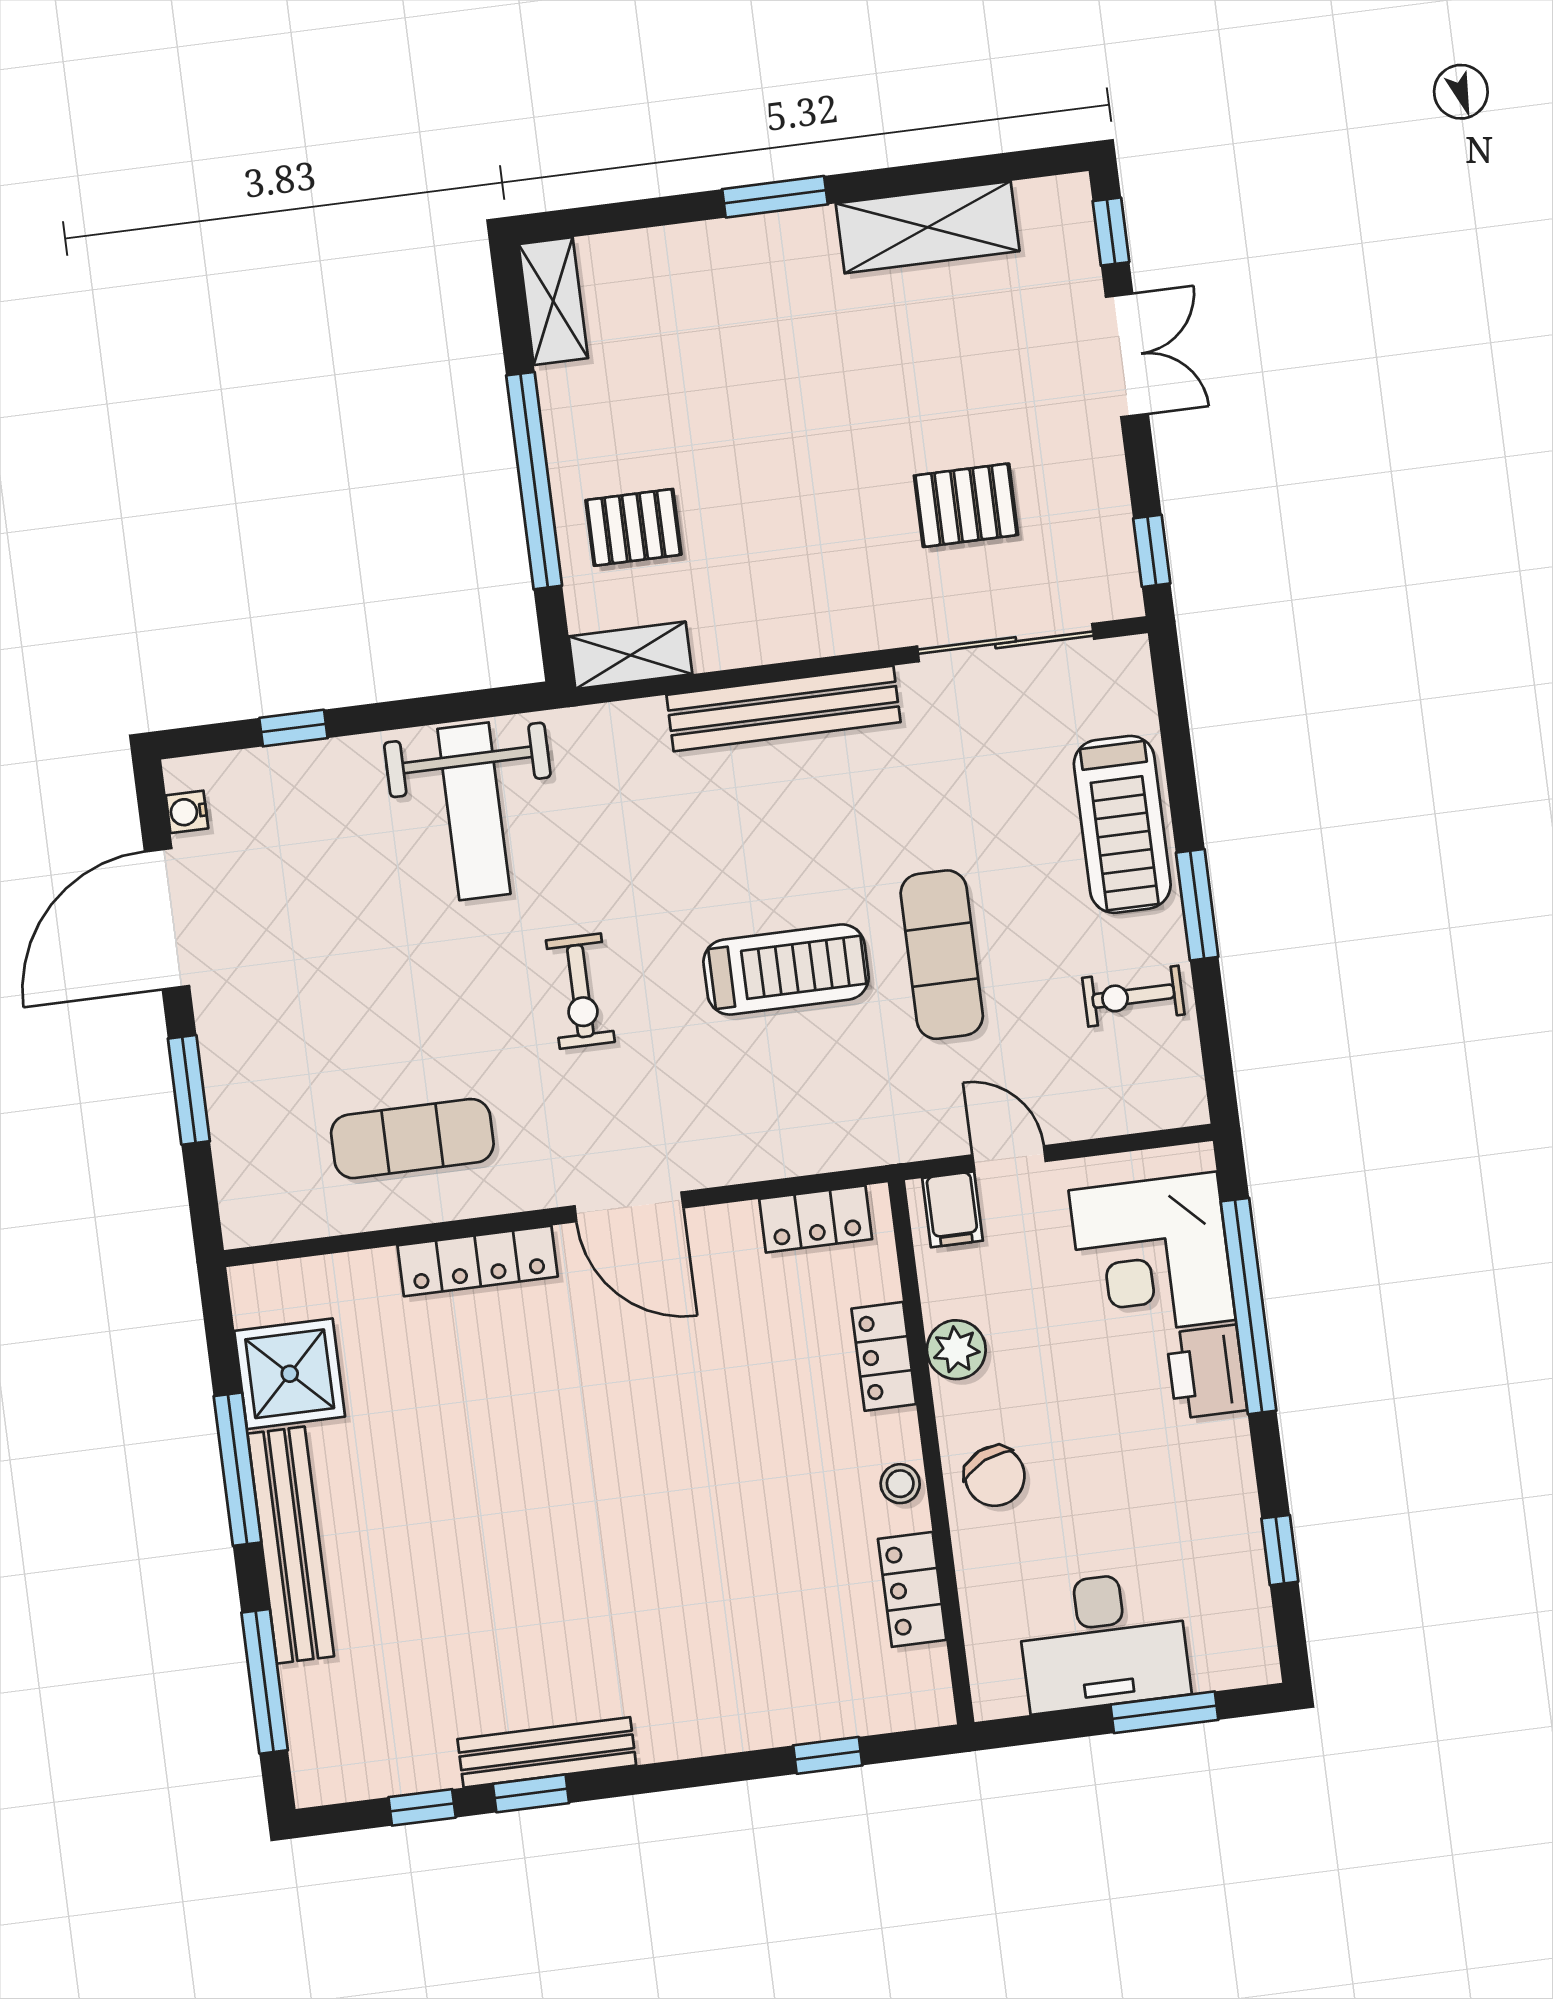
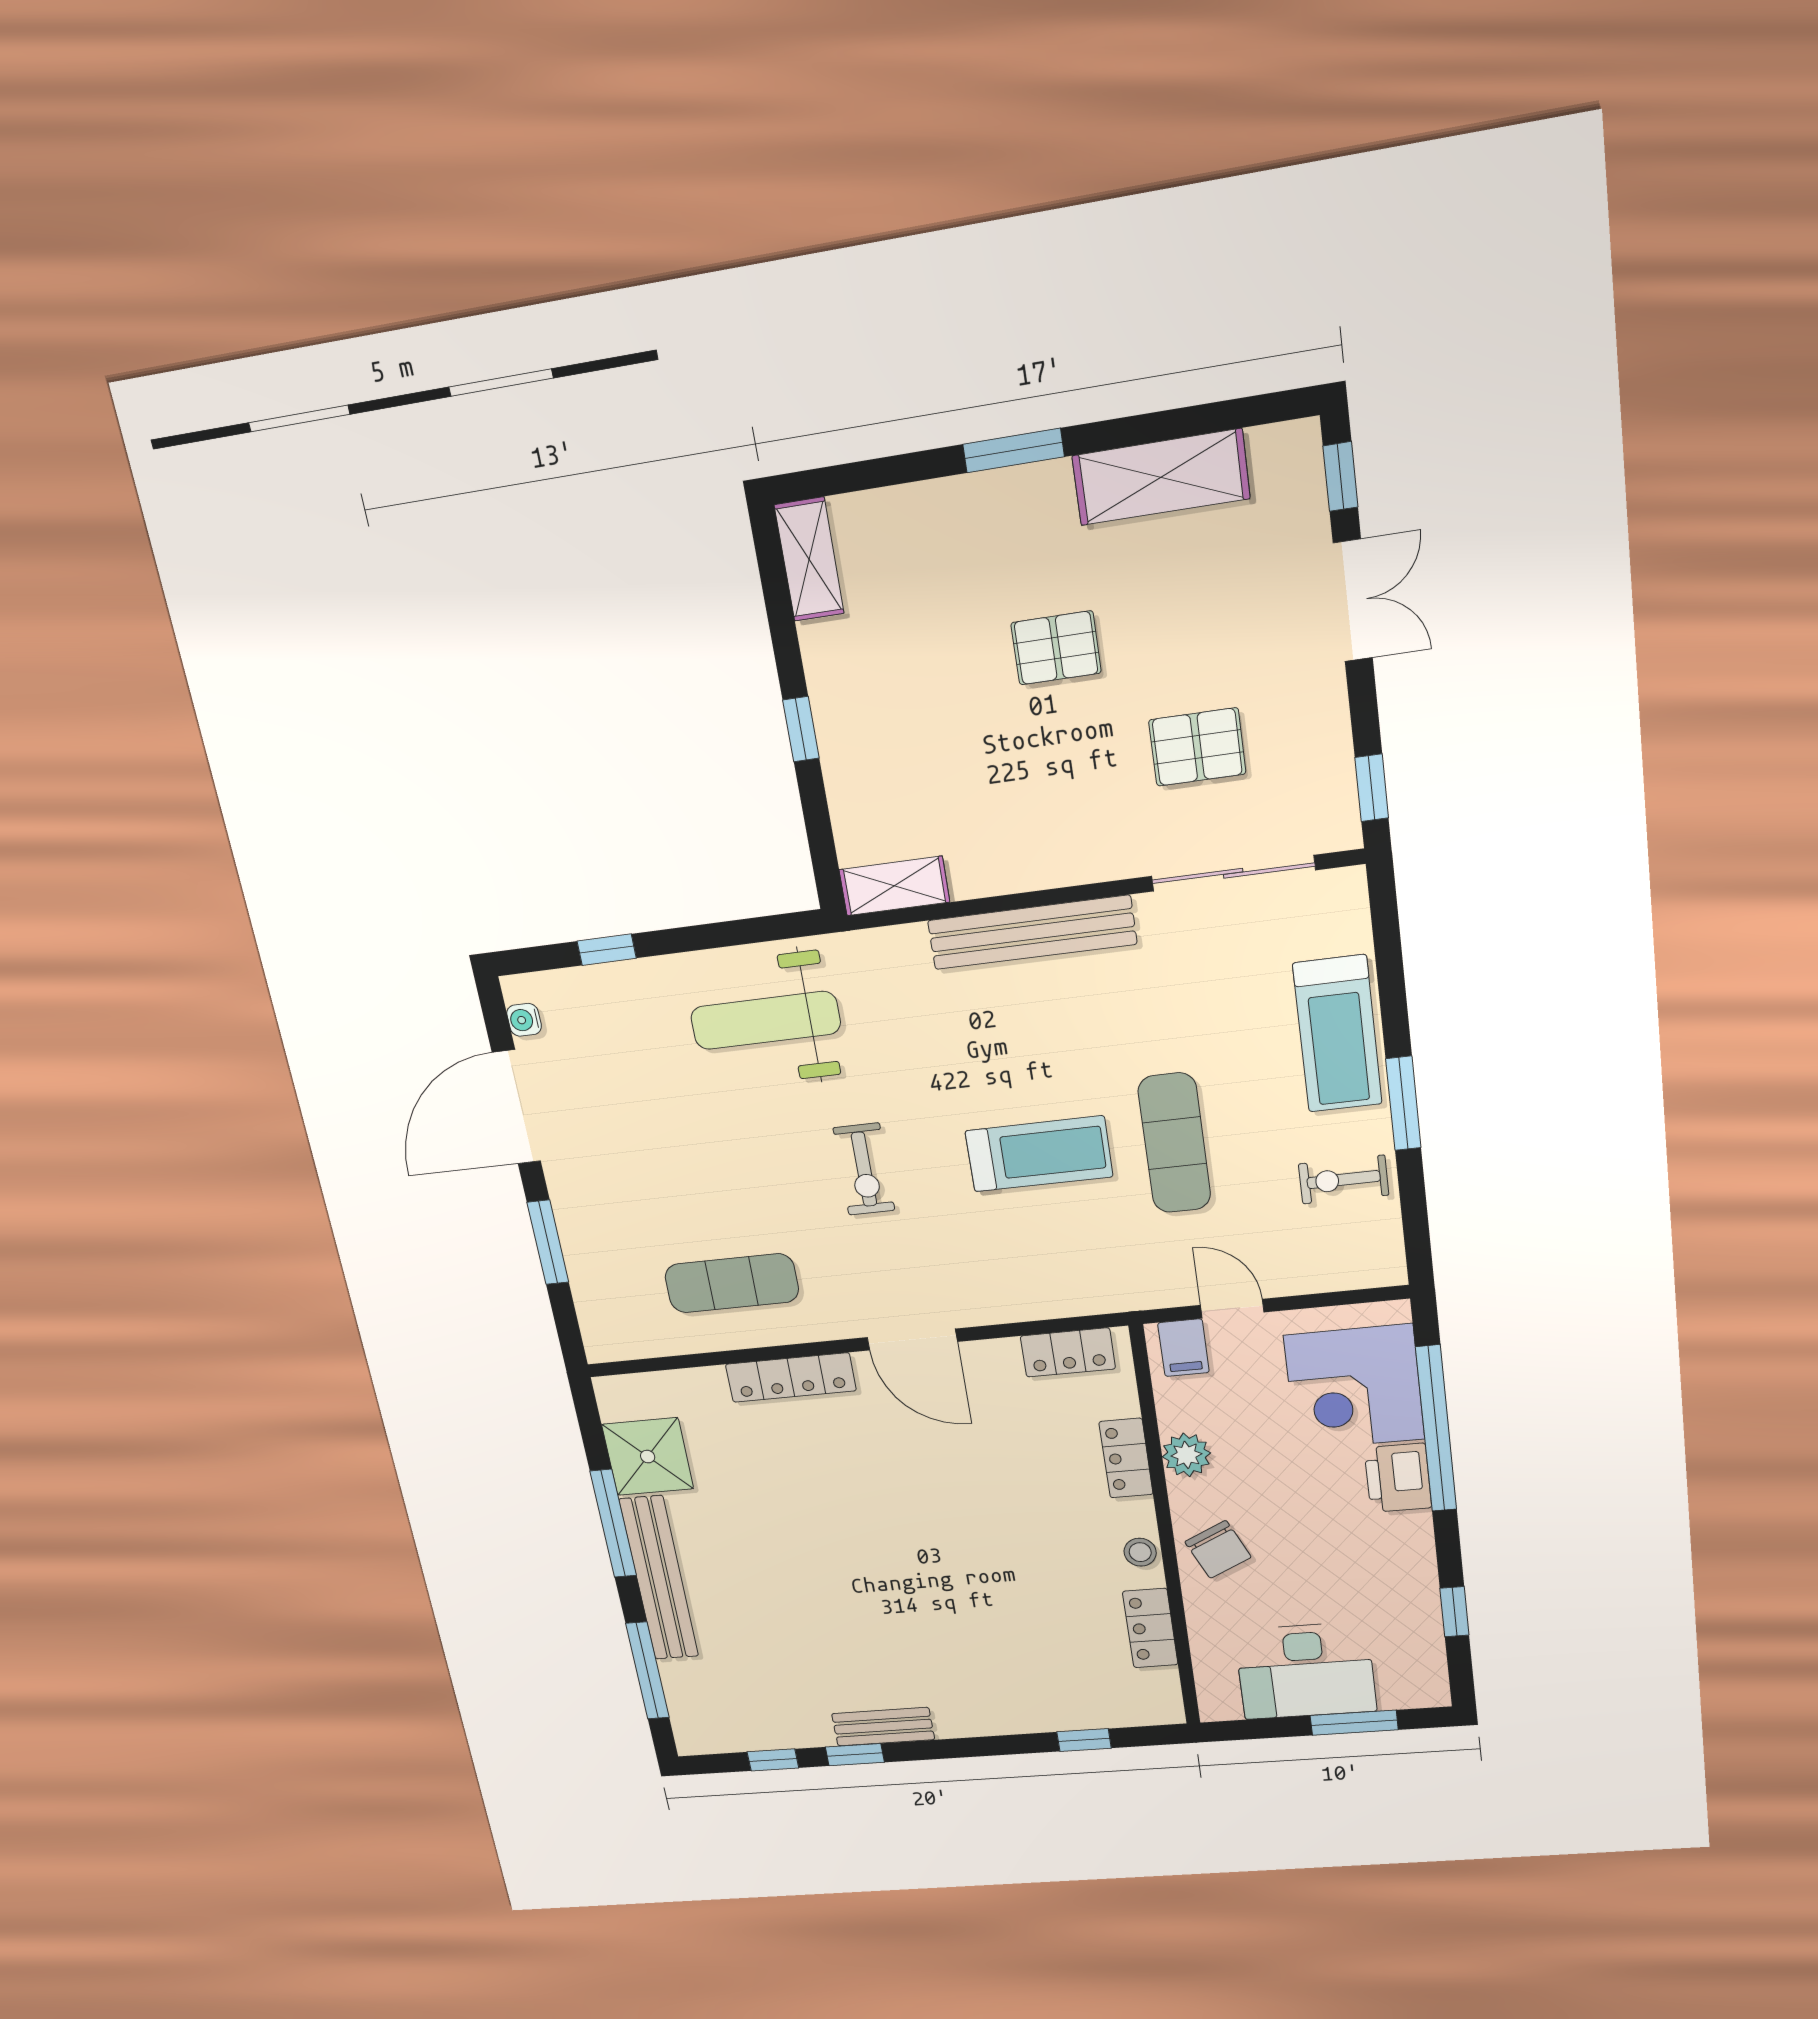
window: (534, 481) -> (801, 729), width x0.32
pallet: (633, 527) -> (1056, 648), moved
weight bench: (474, 811) -> (765, 1020), turned 90
bench: (547, 1752) -> (883, 1727), width x0.73

